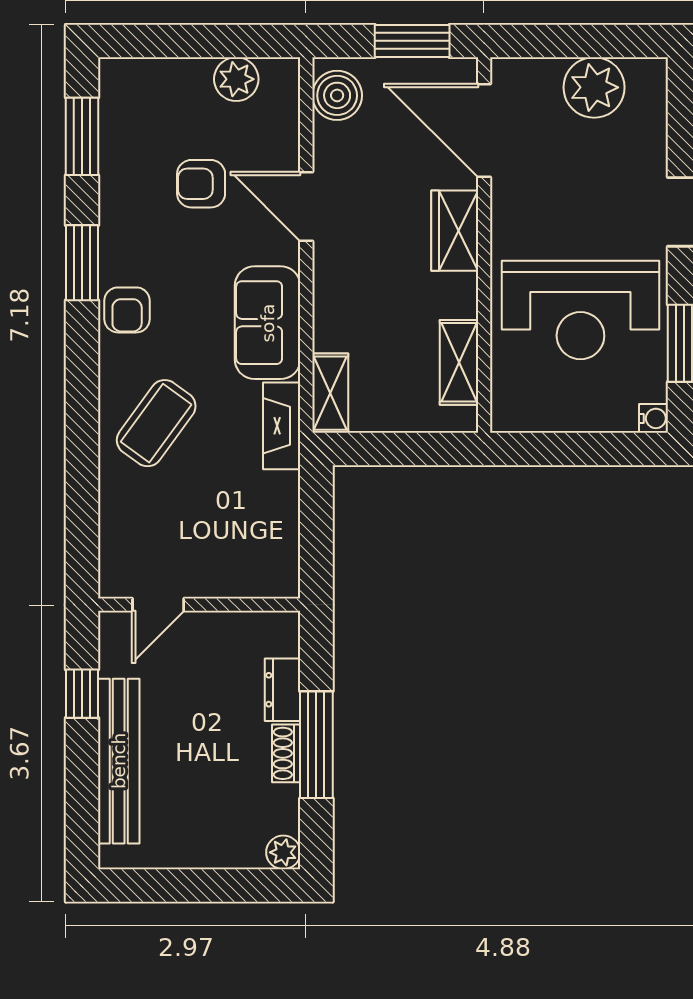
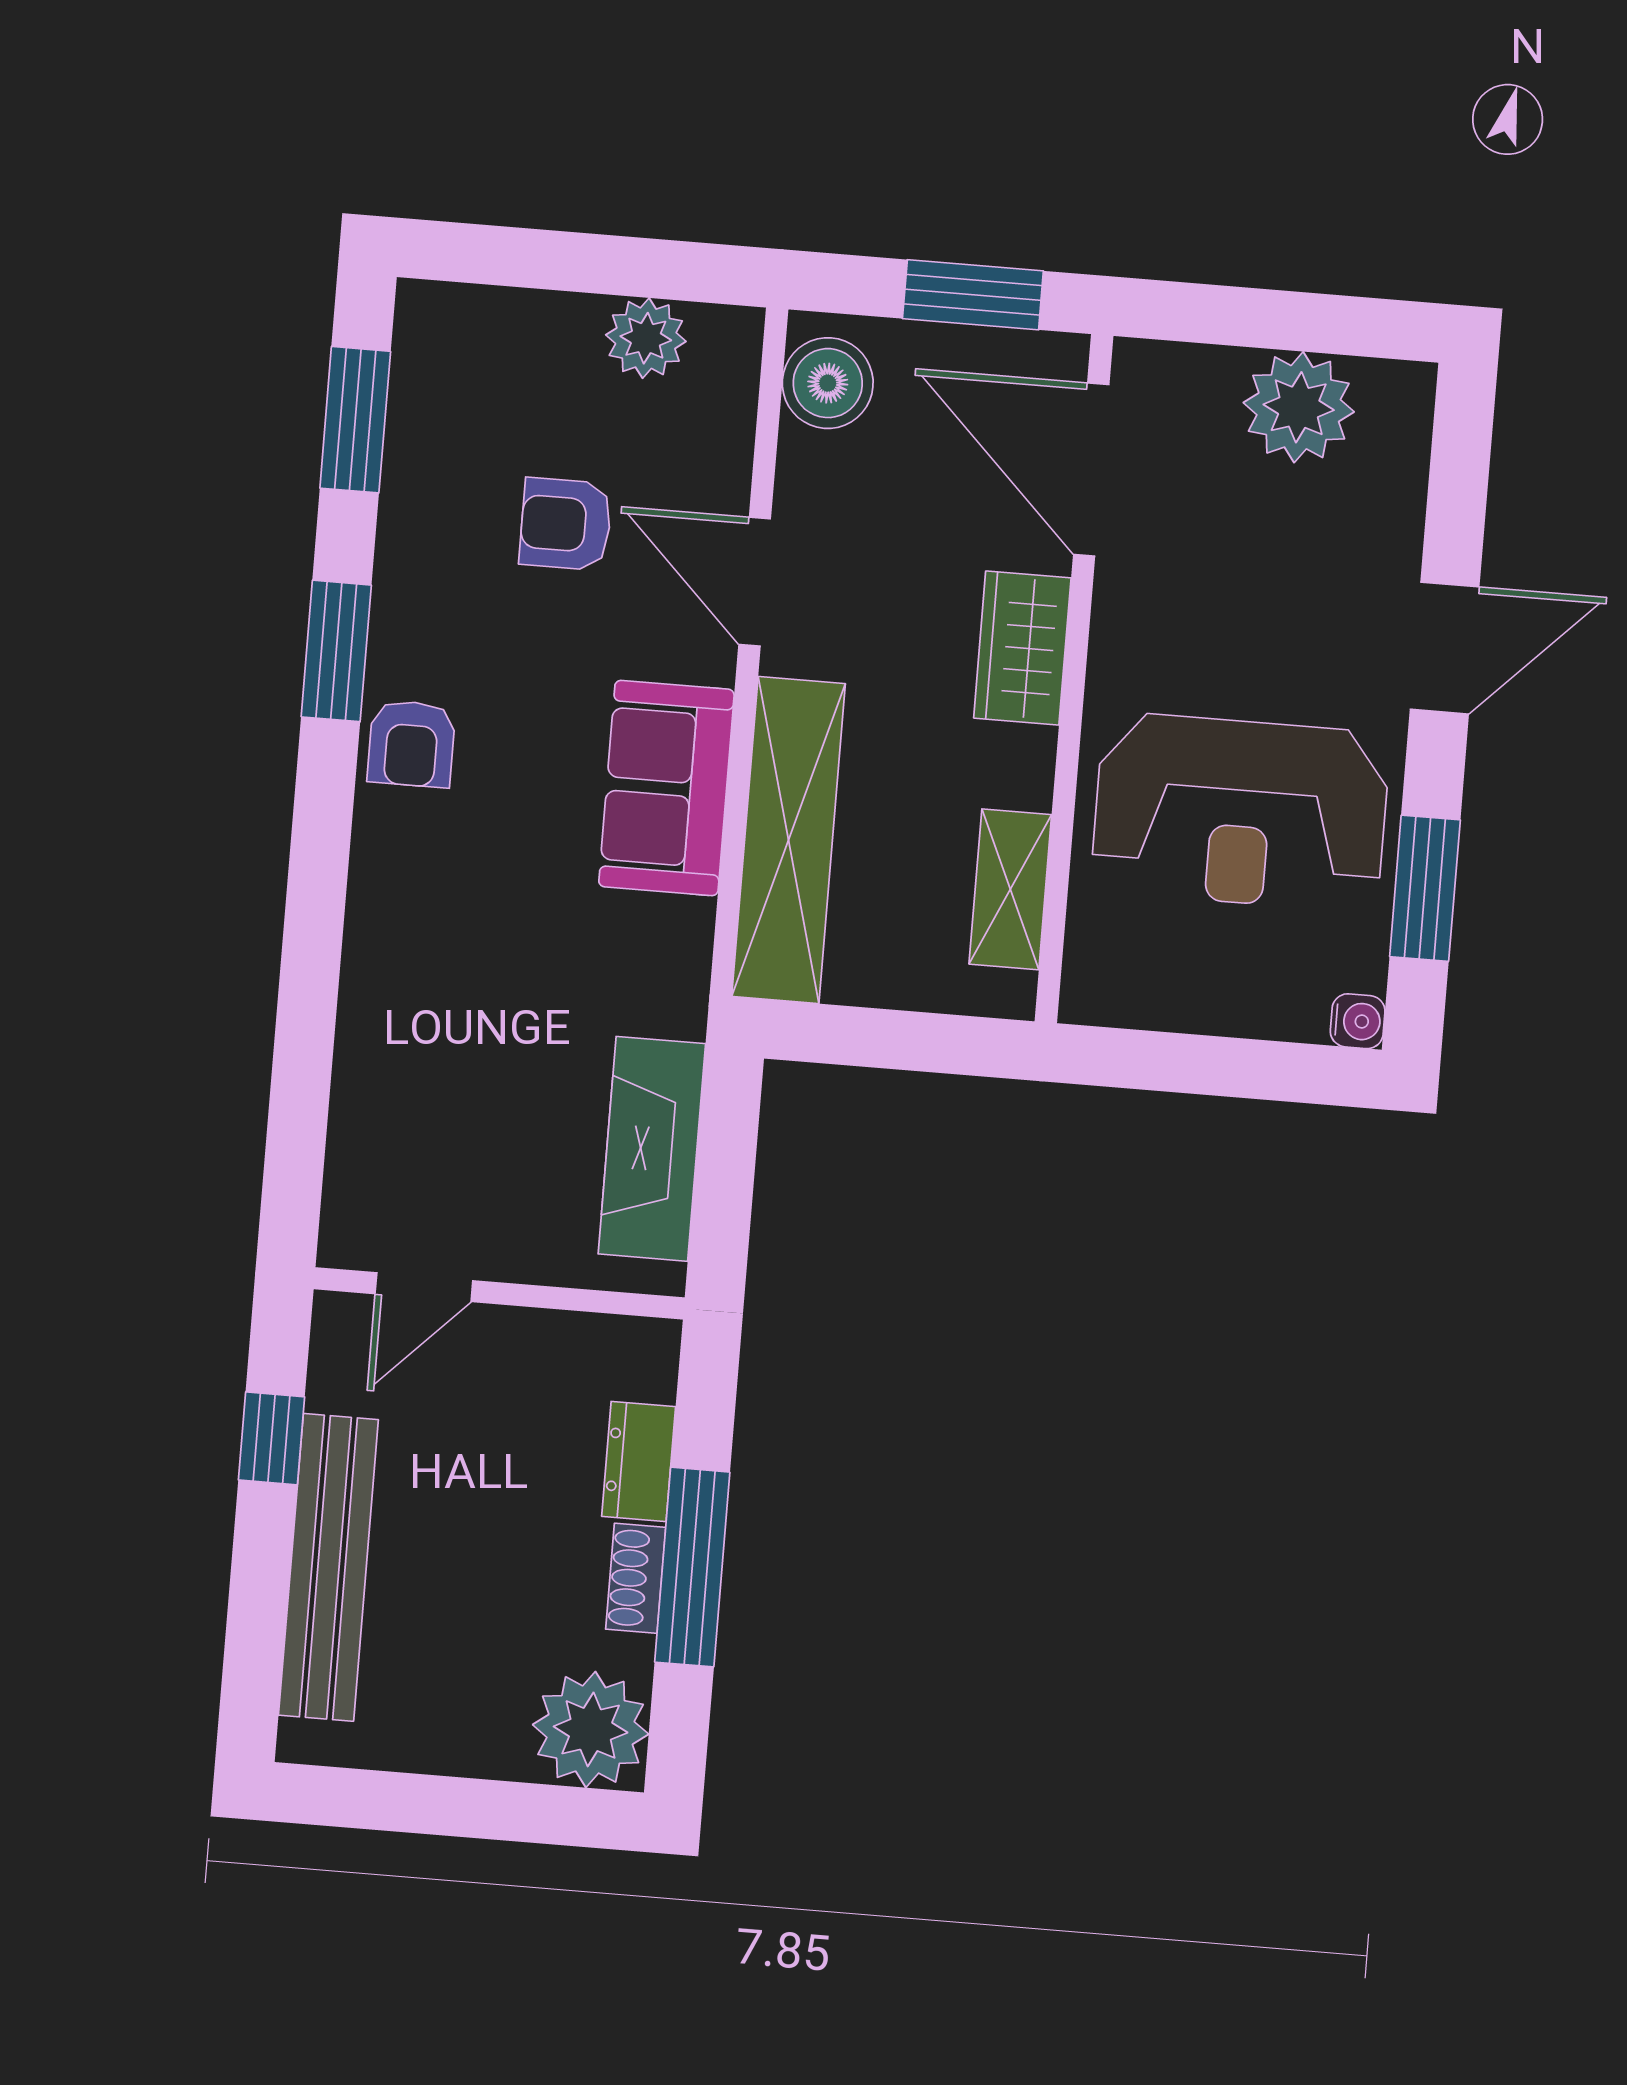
shelving: (330, 393) -> (789, 840), width x2.20, depth x1.33
coffee table: (156, 423) -> (448, 955), removed
fireplace: (282, 426) -> (652, 1149), moved, width x1.37, depth x1.32
plant: (283, 852) -> (591, 1729), width x1.88, depth x1.88

